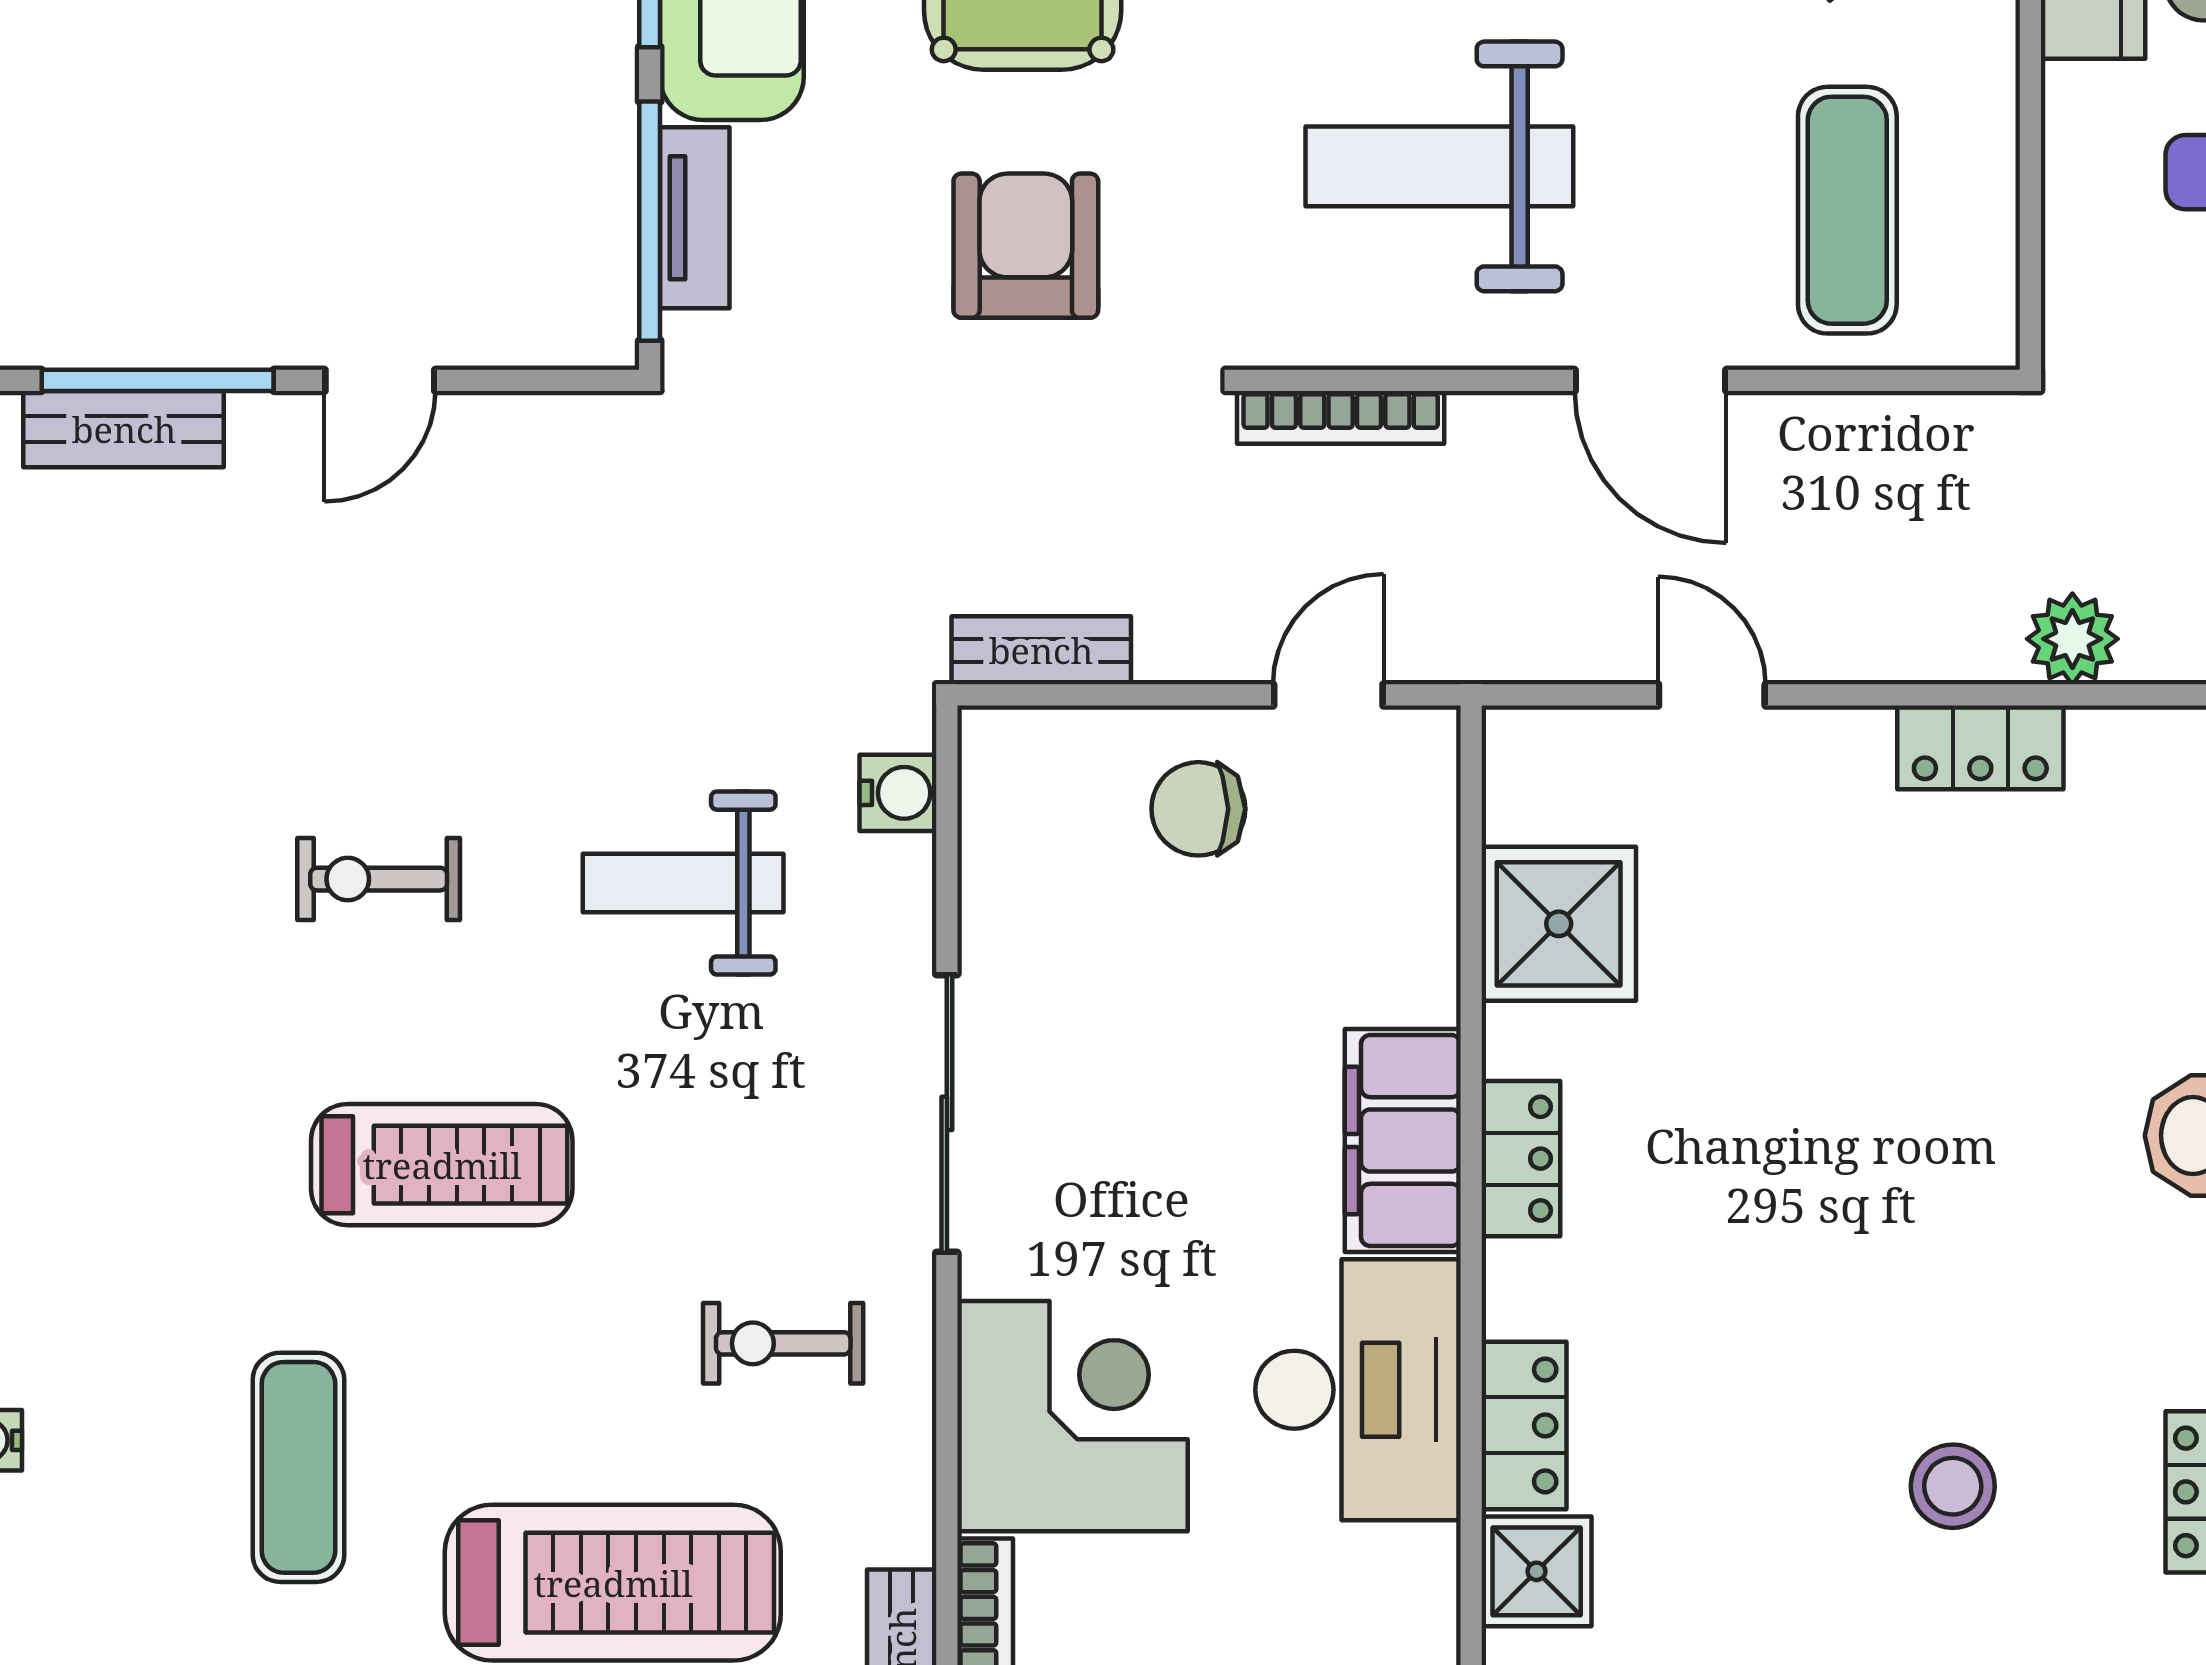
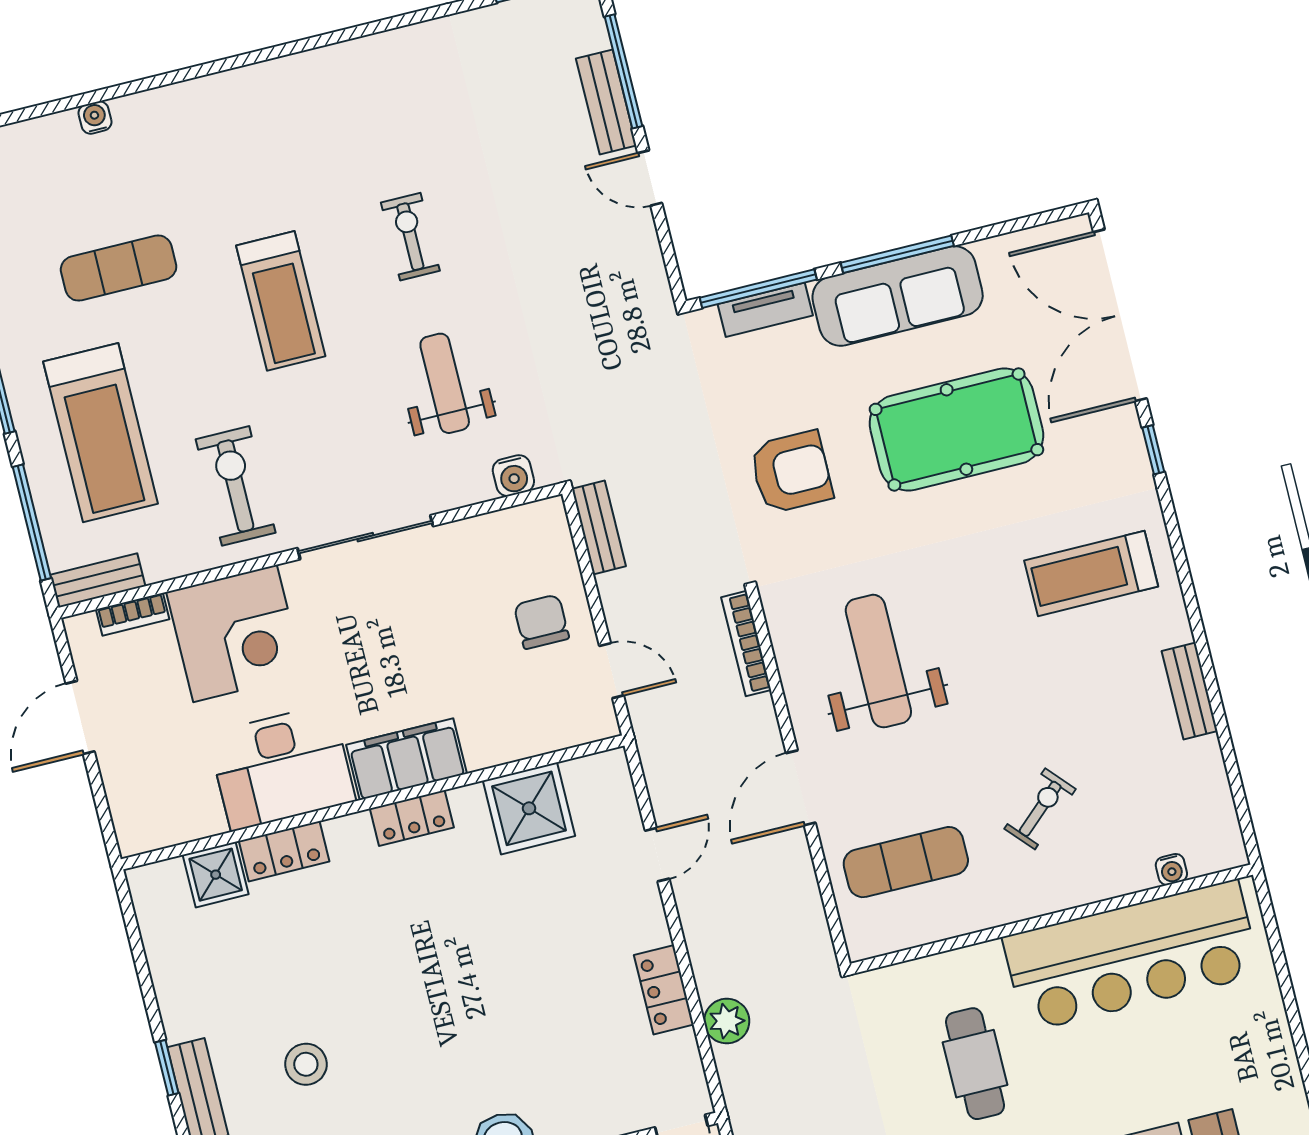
bench: (124, 429) -> (606, 102), moved
exercise bike: (783, 1343) -> (236, 486), width x1.38, depth x1.39

